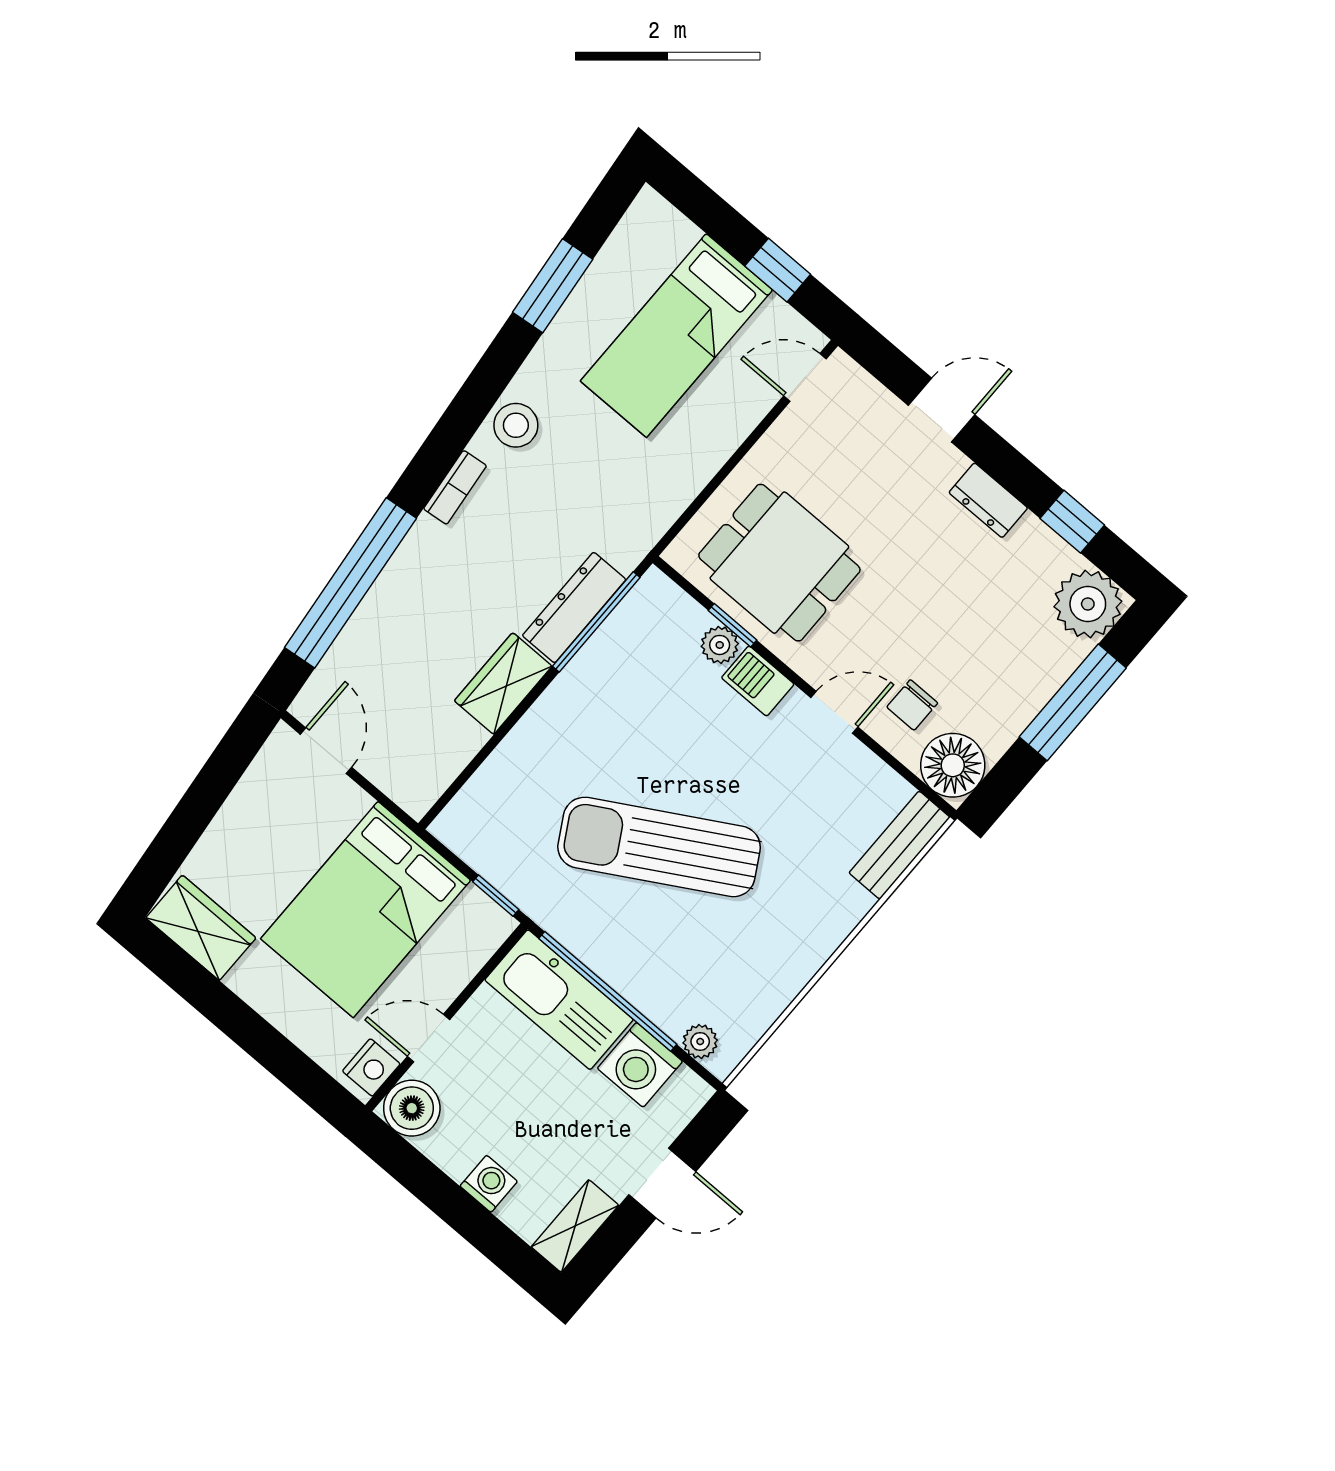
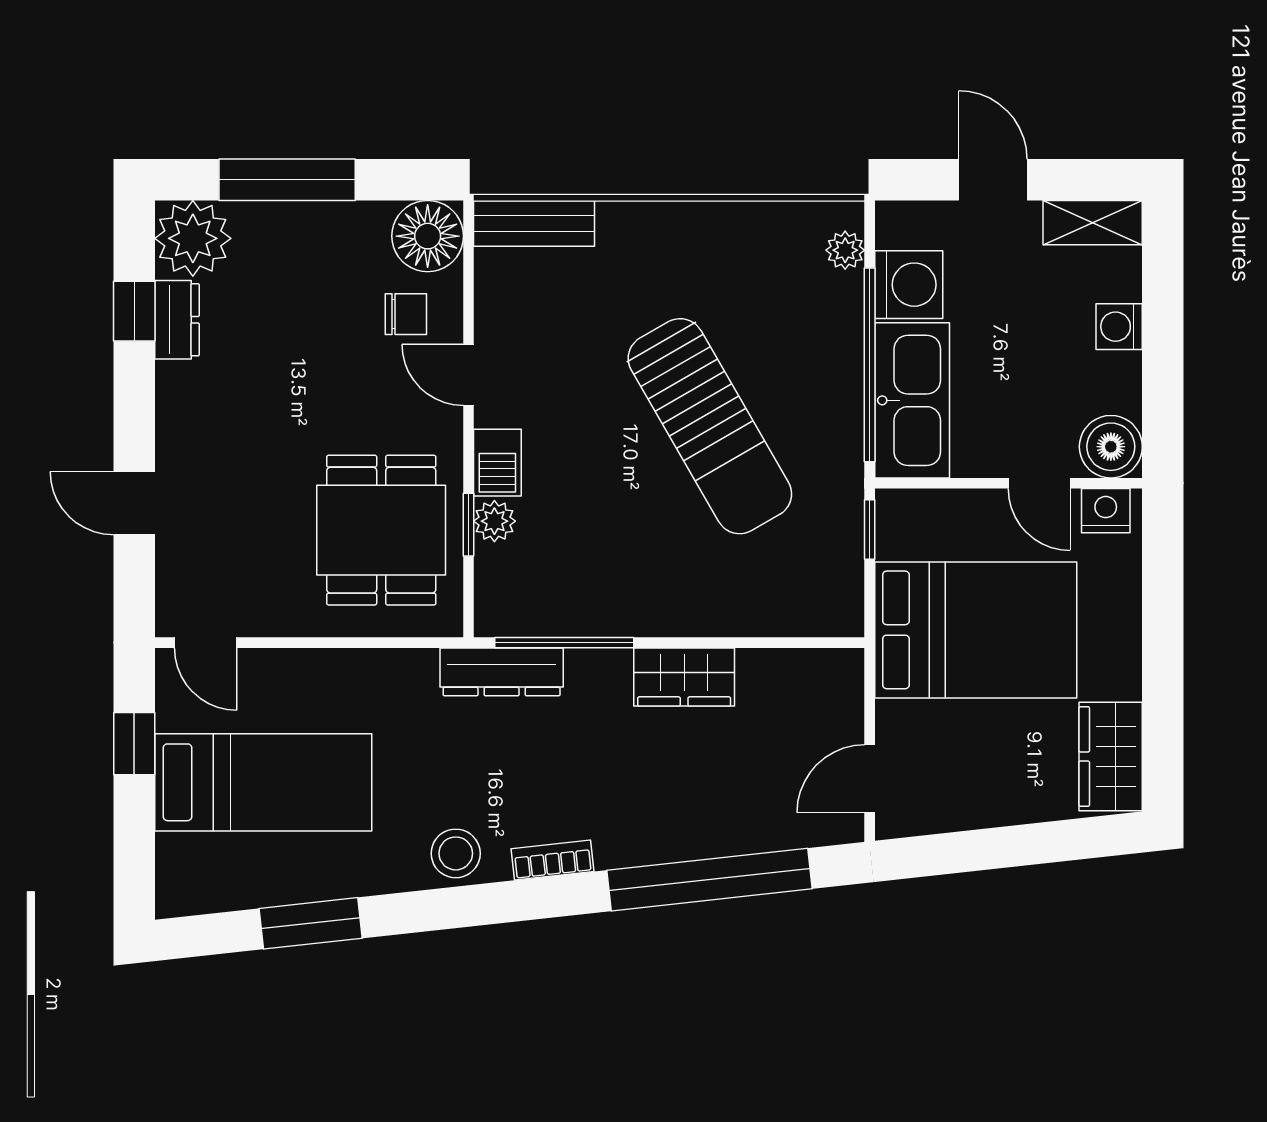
dresser: (988, 500) -> (177, 320), moved
dresser: (574, 608) -> (502, 672), moved

